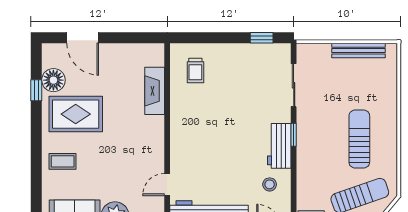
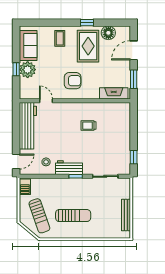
window: (131, 38) -> (134, 79), added
trolley: (195, 71) -> (89, 126), moved
window: (36, 90) -> (87, 23), moved
fireplace: (155, 91) -> (114, 93), moved
armchair: (134, 140) -> (73, 81), added

